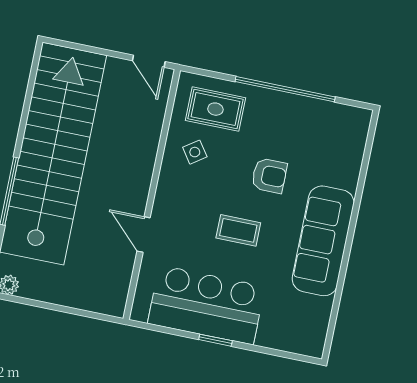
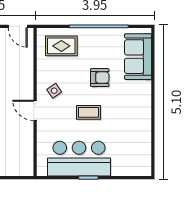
side table: (195, 152) -> (54, 91), moved
door: (144, 234) -> (35, 110), moved
sofa: (323, 241) -> (138, 57), moved, width x0.73

